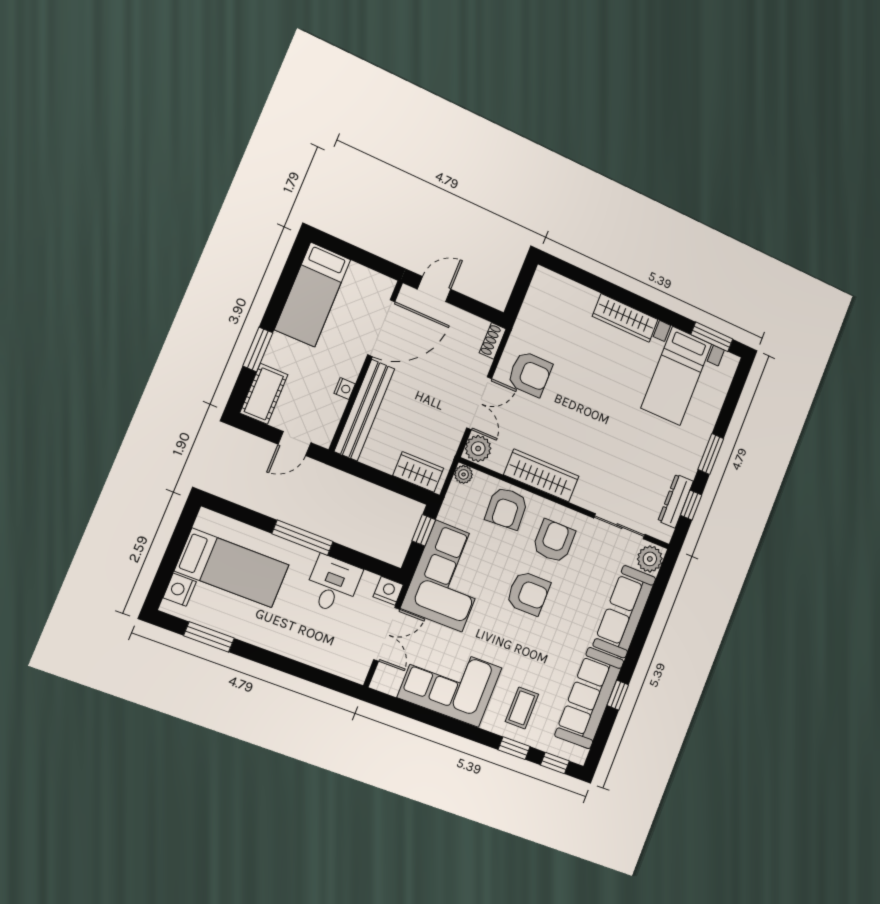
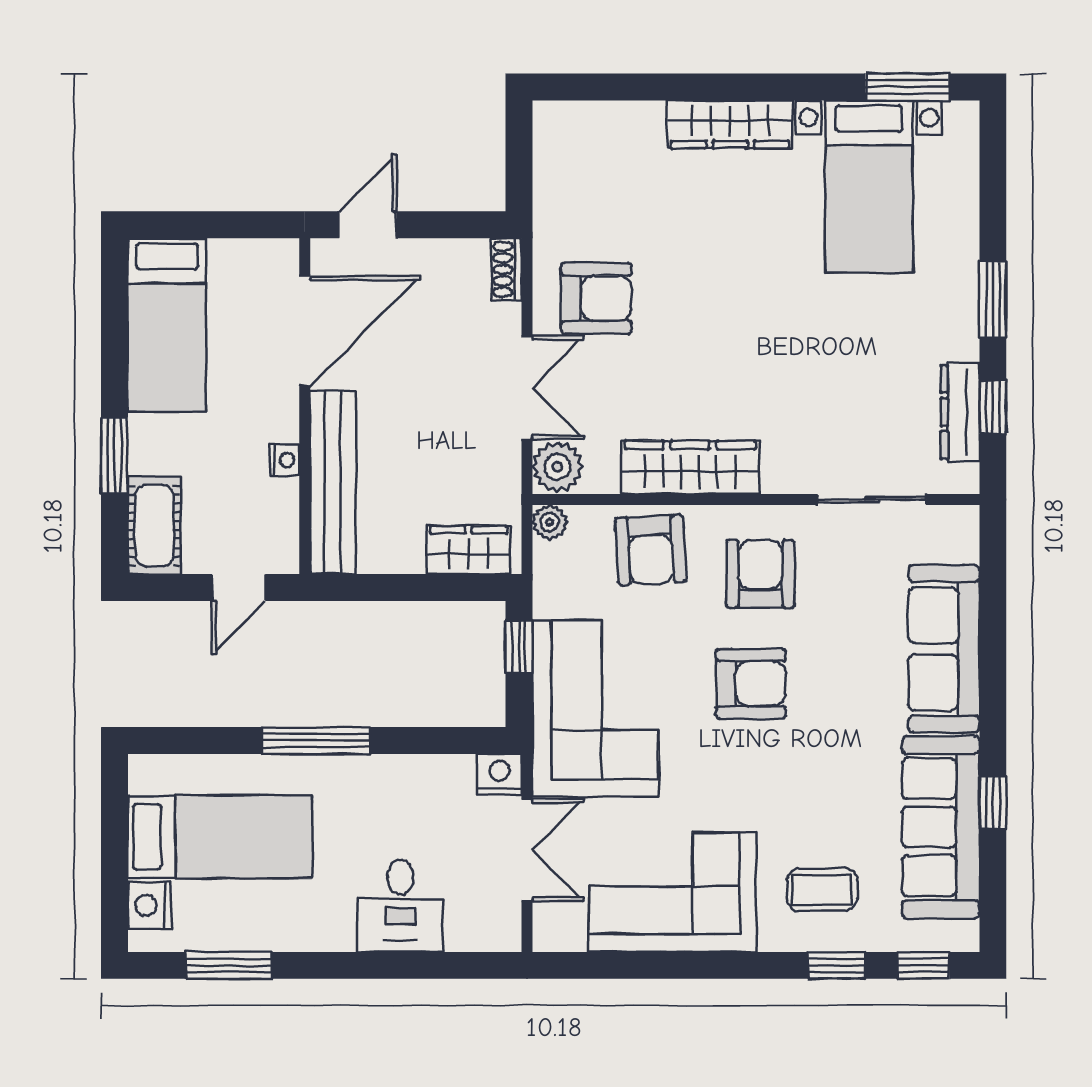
plant: (650, 559) -> (954, 536), removed
desk: (333, 585) -> (400, 906), moved, turned 180
coffee table: (522, 708) -> (822, 890), turned 90

